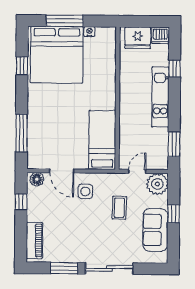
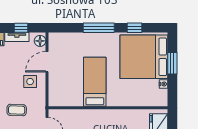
window: (65, 21) -> (172, 63), width x0.69
window: (21, 133) -> (99, 28), moved
bed: (102, 140) -> (95, 82), moved, turned -90
tv unit: (32, 207) -> (17, 37), added

